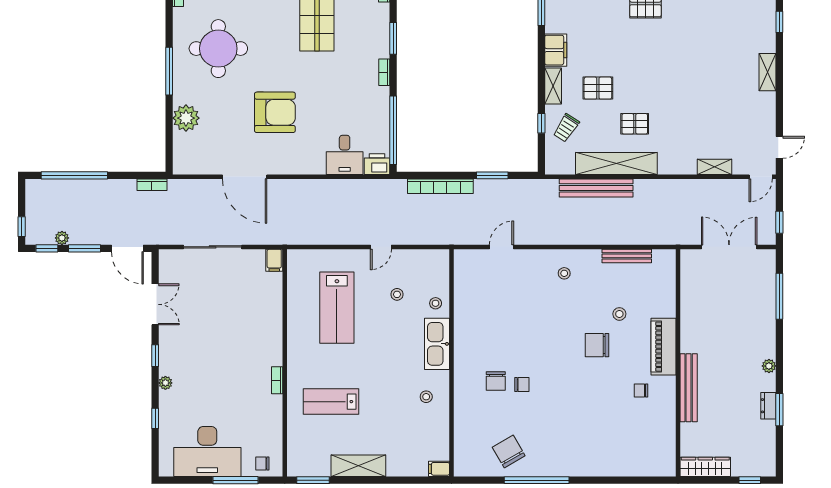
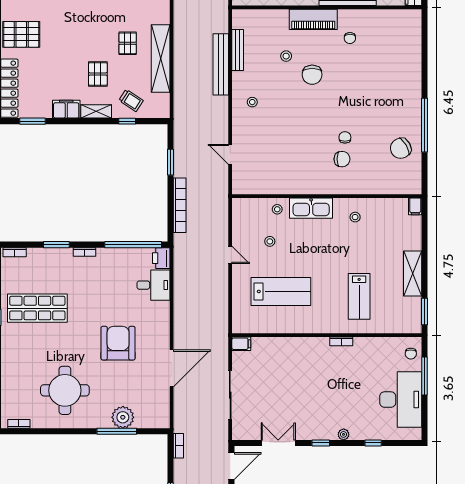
window: (169, 71) -> (117, 431), moved
bench: (596, 188) -> (221, 64), moved

